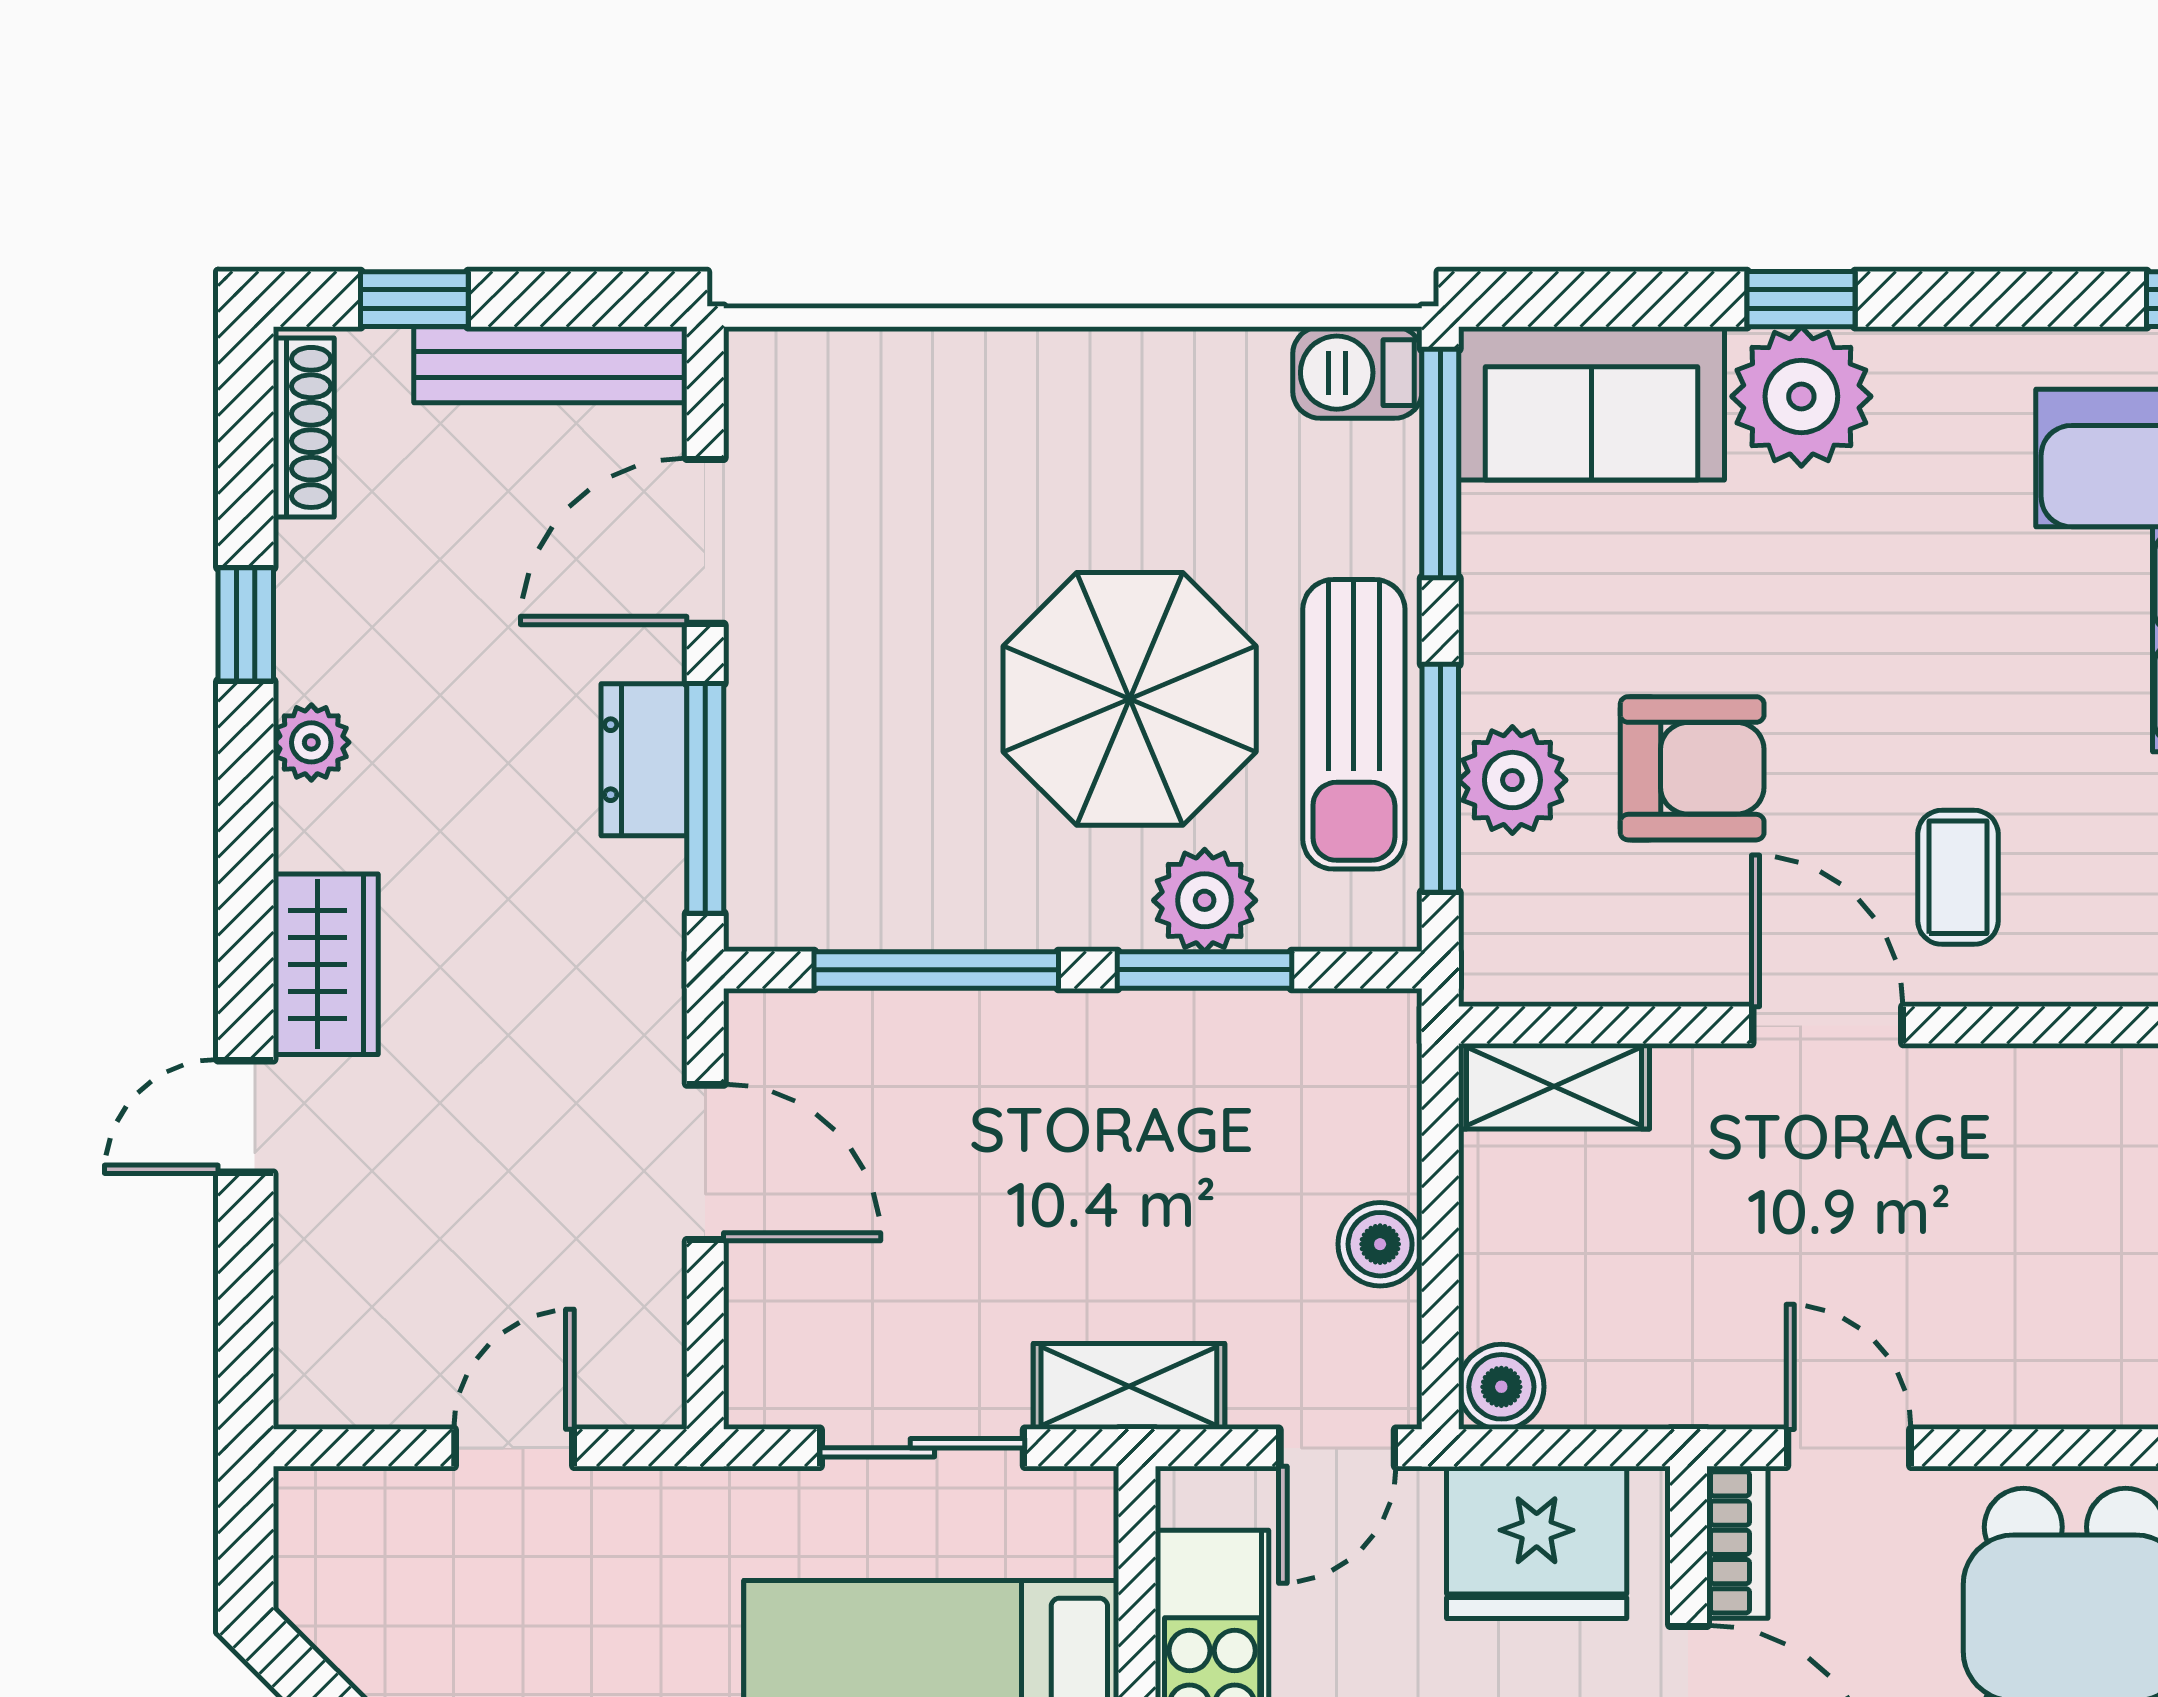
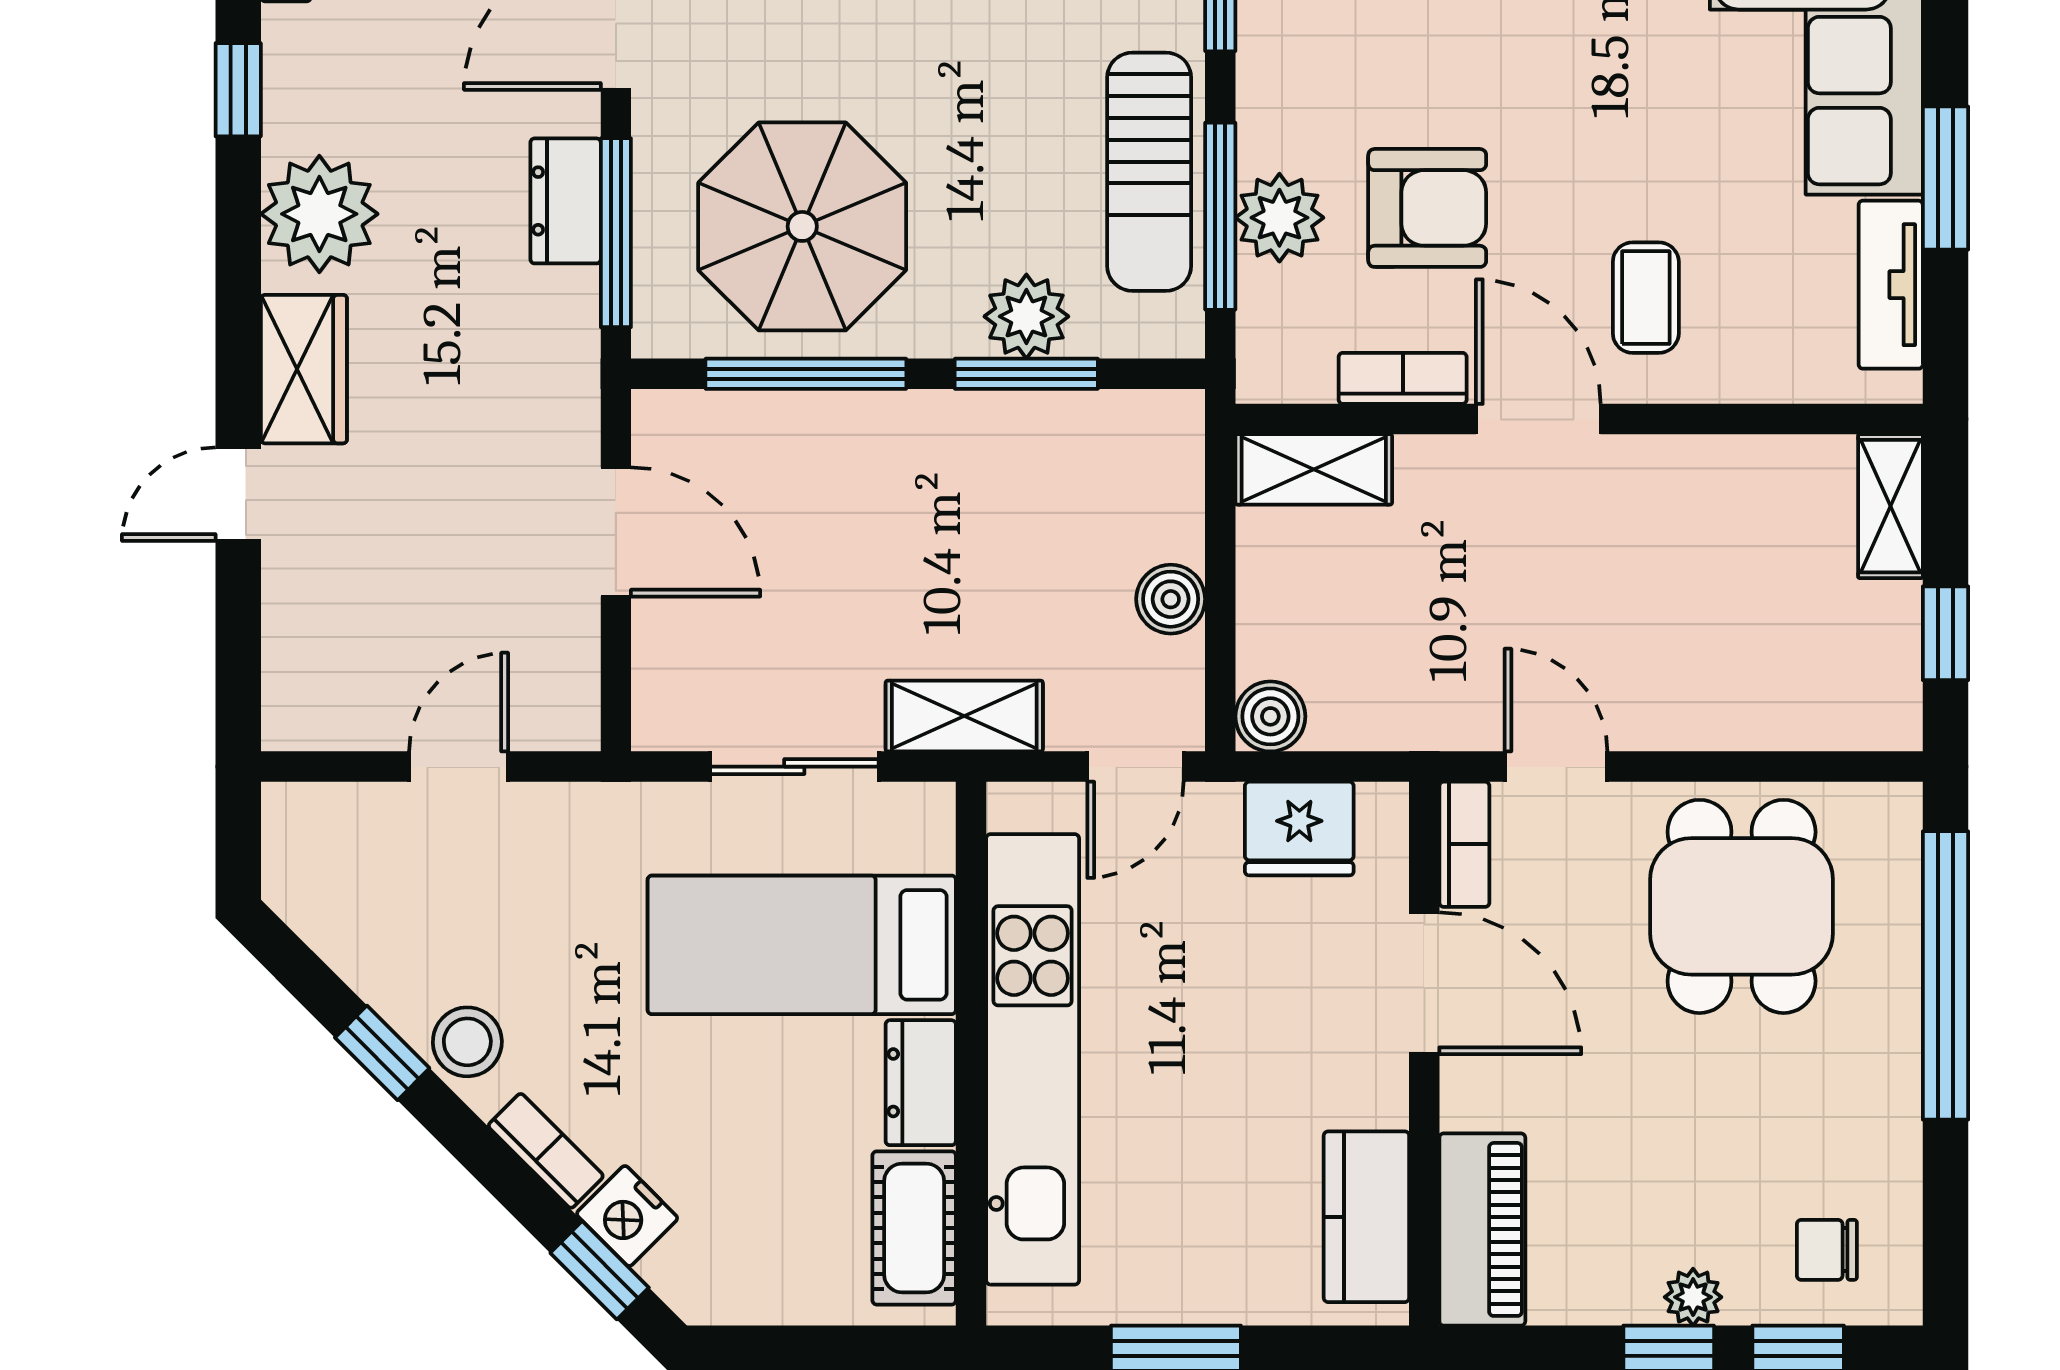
parasol: (1130, 699) -> (802, 226), moved
plant: (311, 742) -> (319, 214), width x1.88, depth x1.88
bookcase: (1662, 976) -> (1403, 378), added
fridge: (1537, 1542) -> (1299, 828), width x0.73, depth x0.75

